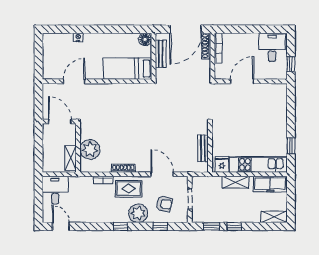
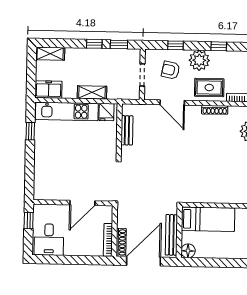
bench: (161, 54) -> (171, 235), width x1.36
freezer: (270, 184) -> (49, 89), width x0.71

